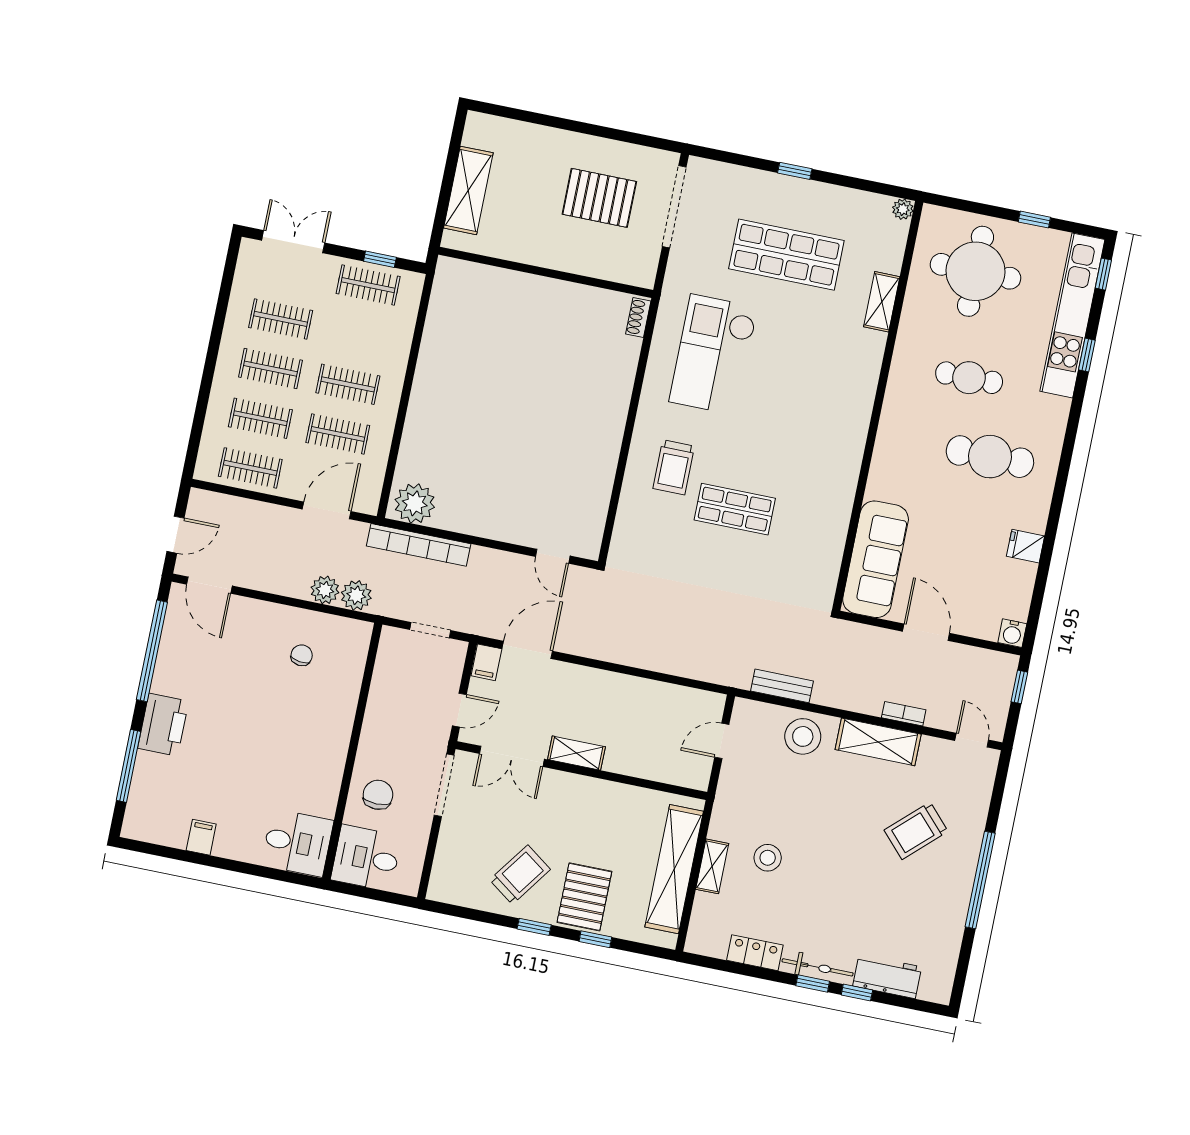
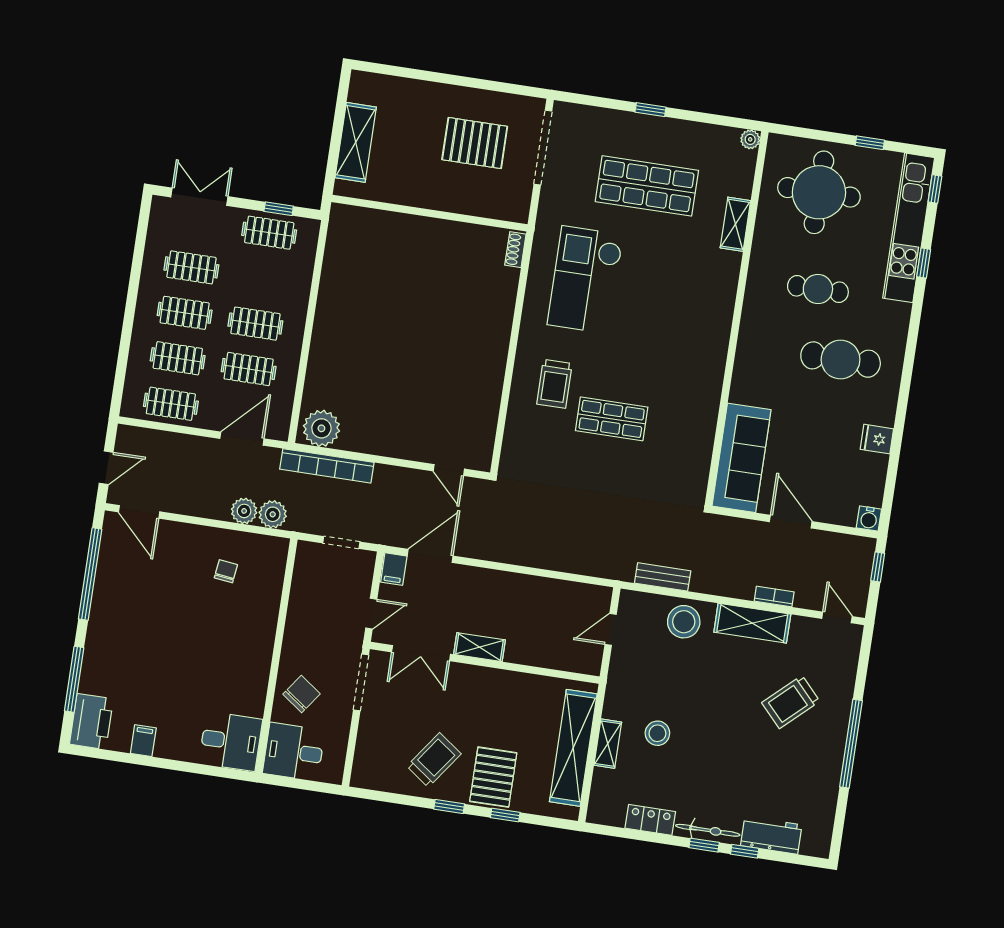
printer: (163, 725) -> (91, 721), moved
chair: (378, 795) -> (302, 694), turned 36

